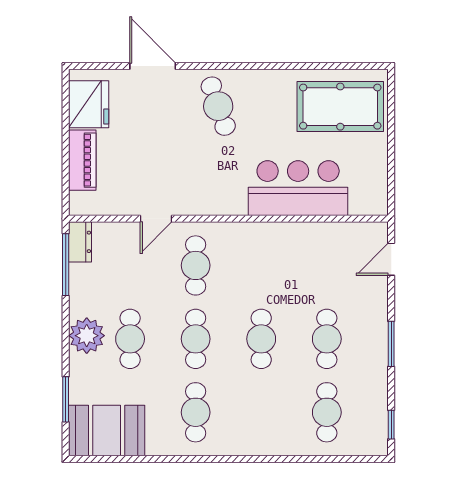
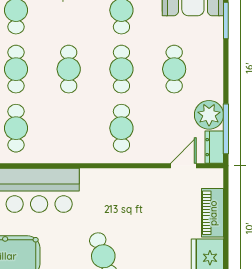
door: (156, 219) -> (183, 166), moved
cafe table: (327, 265) -> (16, 128), added
plant: (87, 336) -> (209, 115), moved

